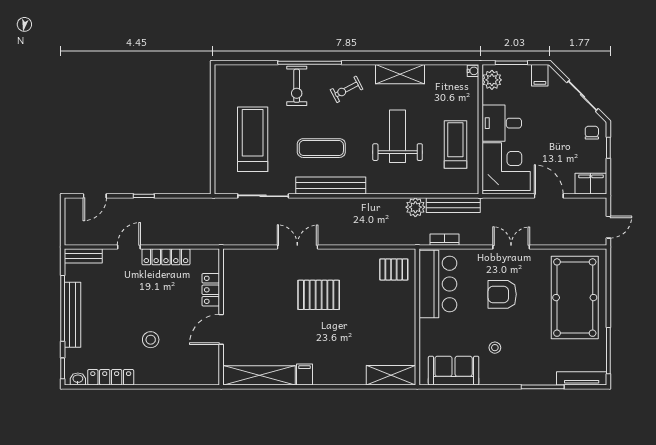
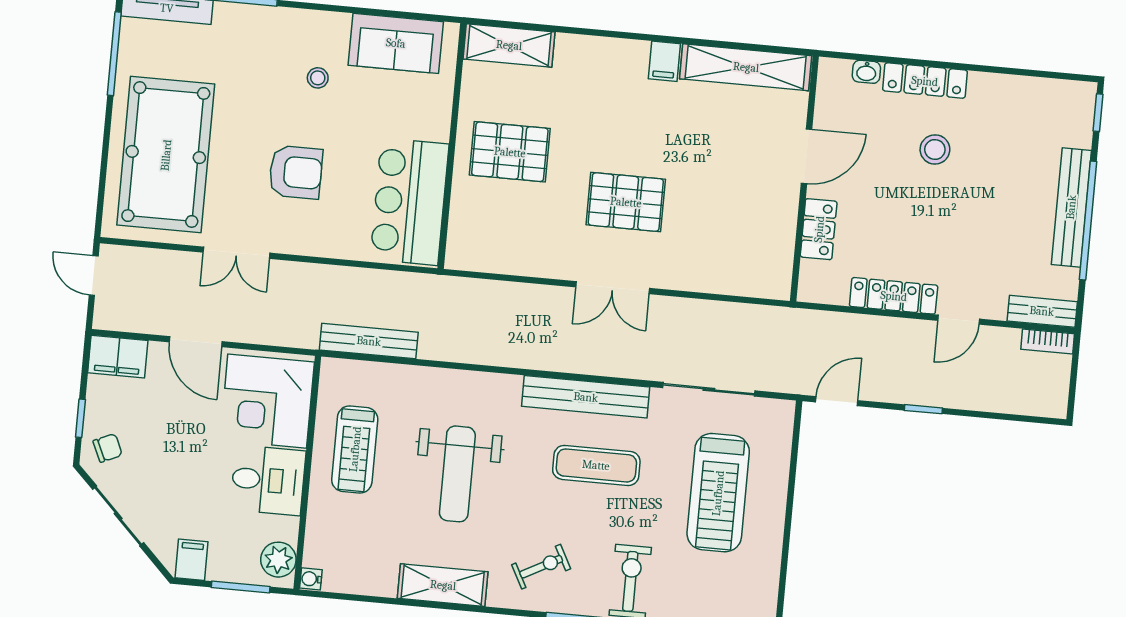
chair: (592, 133) -> (108, 448), turned -114
door: (95, 196) -> (837, 401), moved
plant: (415, 207) -> (437, 343), removed
door: (608, 227) -> (94, 276), hinge flipped
bookcase: (445, 240) -> (1048, 341), moved
double door: (297, 247) -> (613, 288), moved
double door: (511, 247) -> (236, 253), moved
pallet: (394, 269) -> (510, 152), moved, width x1.50, depth x1.42
locker: (111, 377) -> (925, 81), moved
washbasin: (78, 379) -> (866, 72), moved

